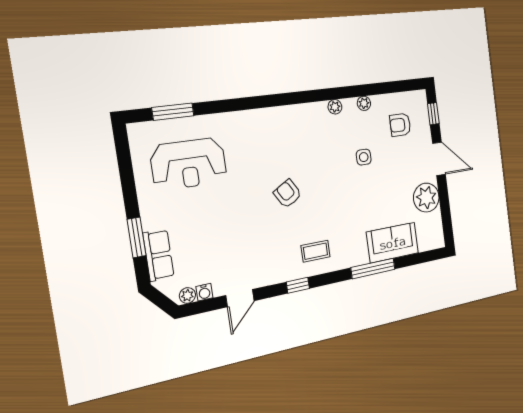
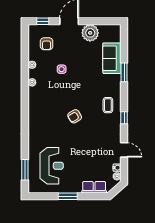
window: (137, 237) -> (68, 196), moved
window: (373, 268) -> (124, 72), width x0.69

